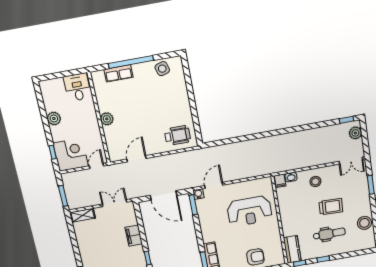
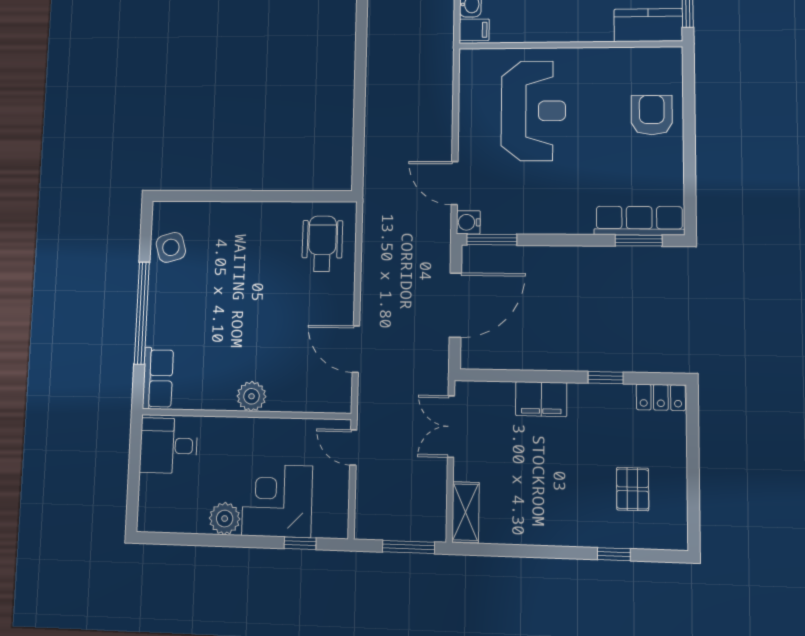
row of seats: (118, 73) -> (158, 378), moved
corner desk: (71, 155) -> (277, 501), moved

